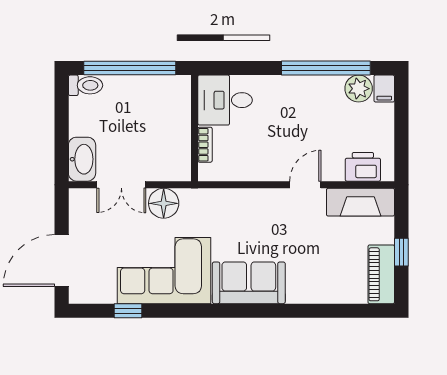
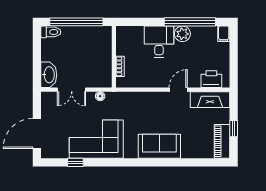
plant: (359, 89) -> (182, 34), moved
desk: (225, 100) -> (159, 42), moved, turned 90
floor lamp: (164, 203) -> (100, 96), width x0.53, depth x0.53
sofa: (249, 283) -> (159, 146), moved

